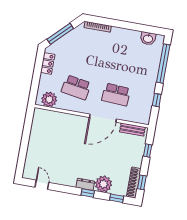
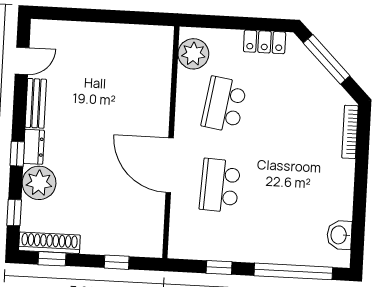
bench: (132, 130) -> (36, 103), moved

